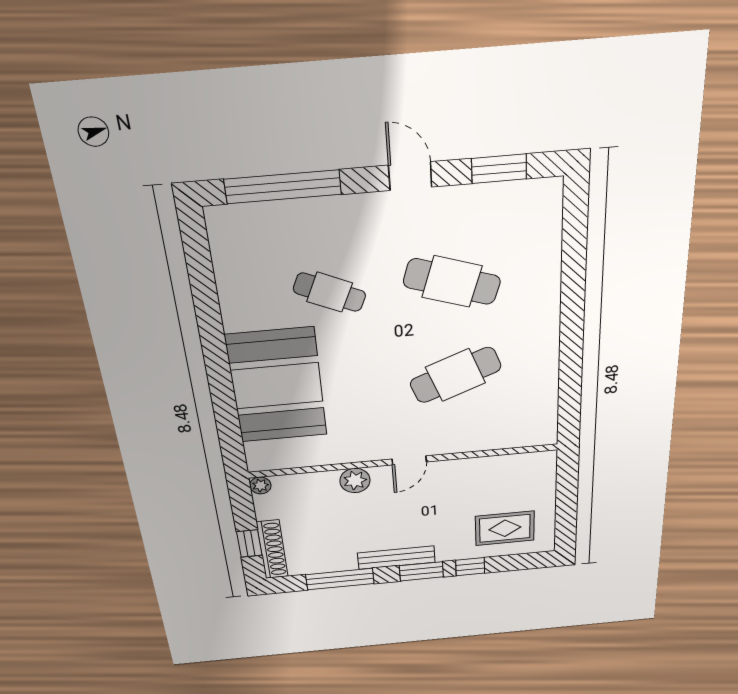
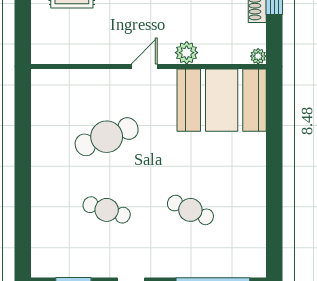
cafe table: (452, 282) -> (107, 210), width x0.73, depth x0.74
booth: (277, 386) -> (222, 100), moved, turned 90

